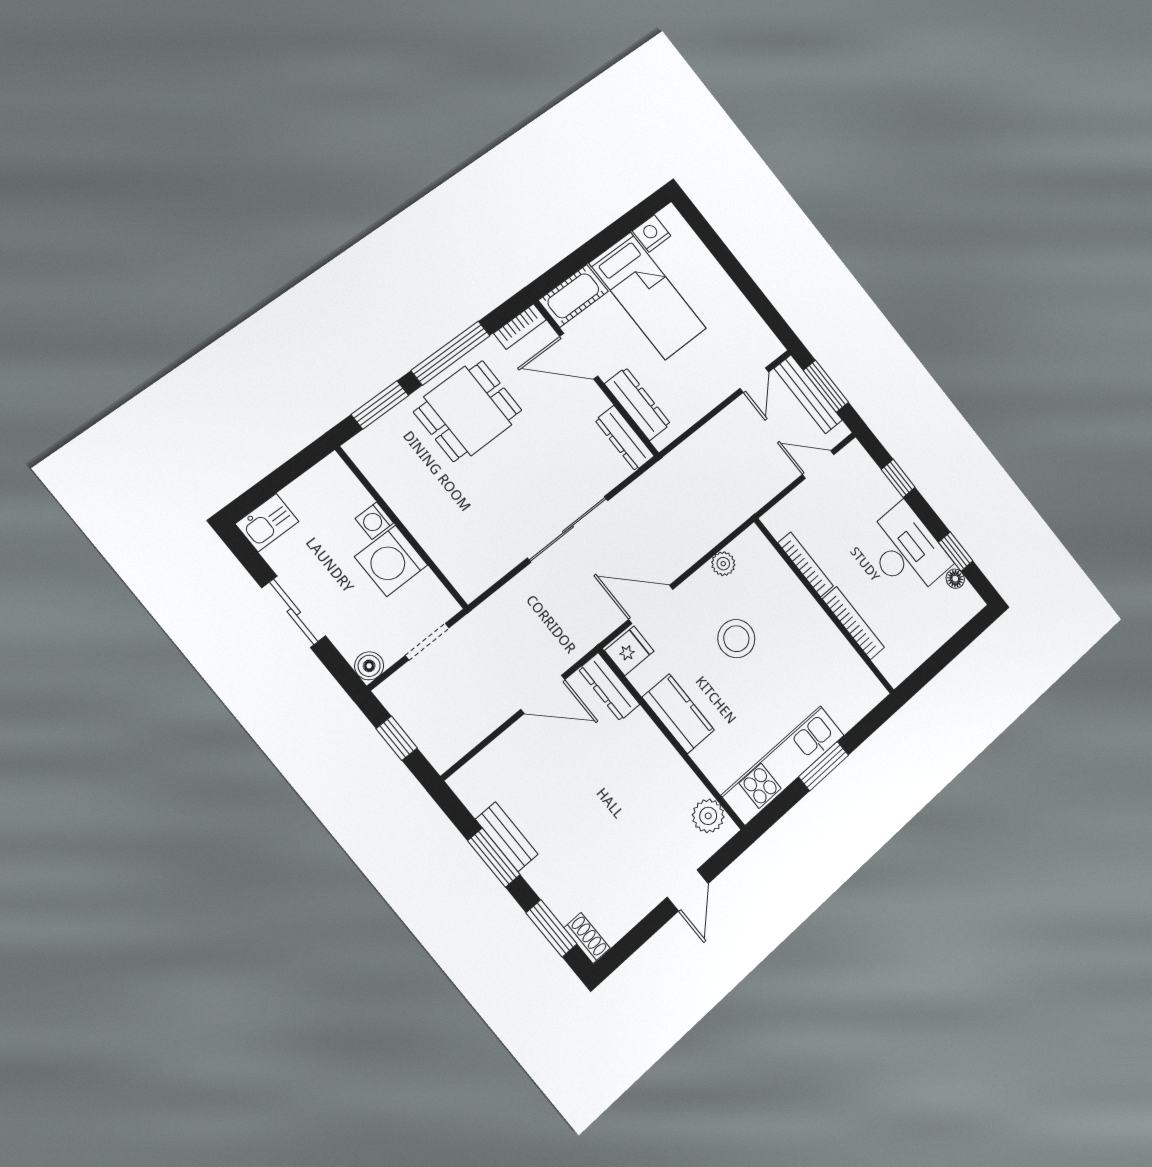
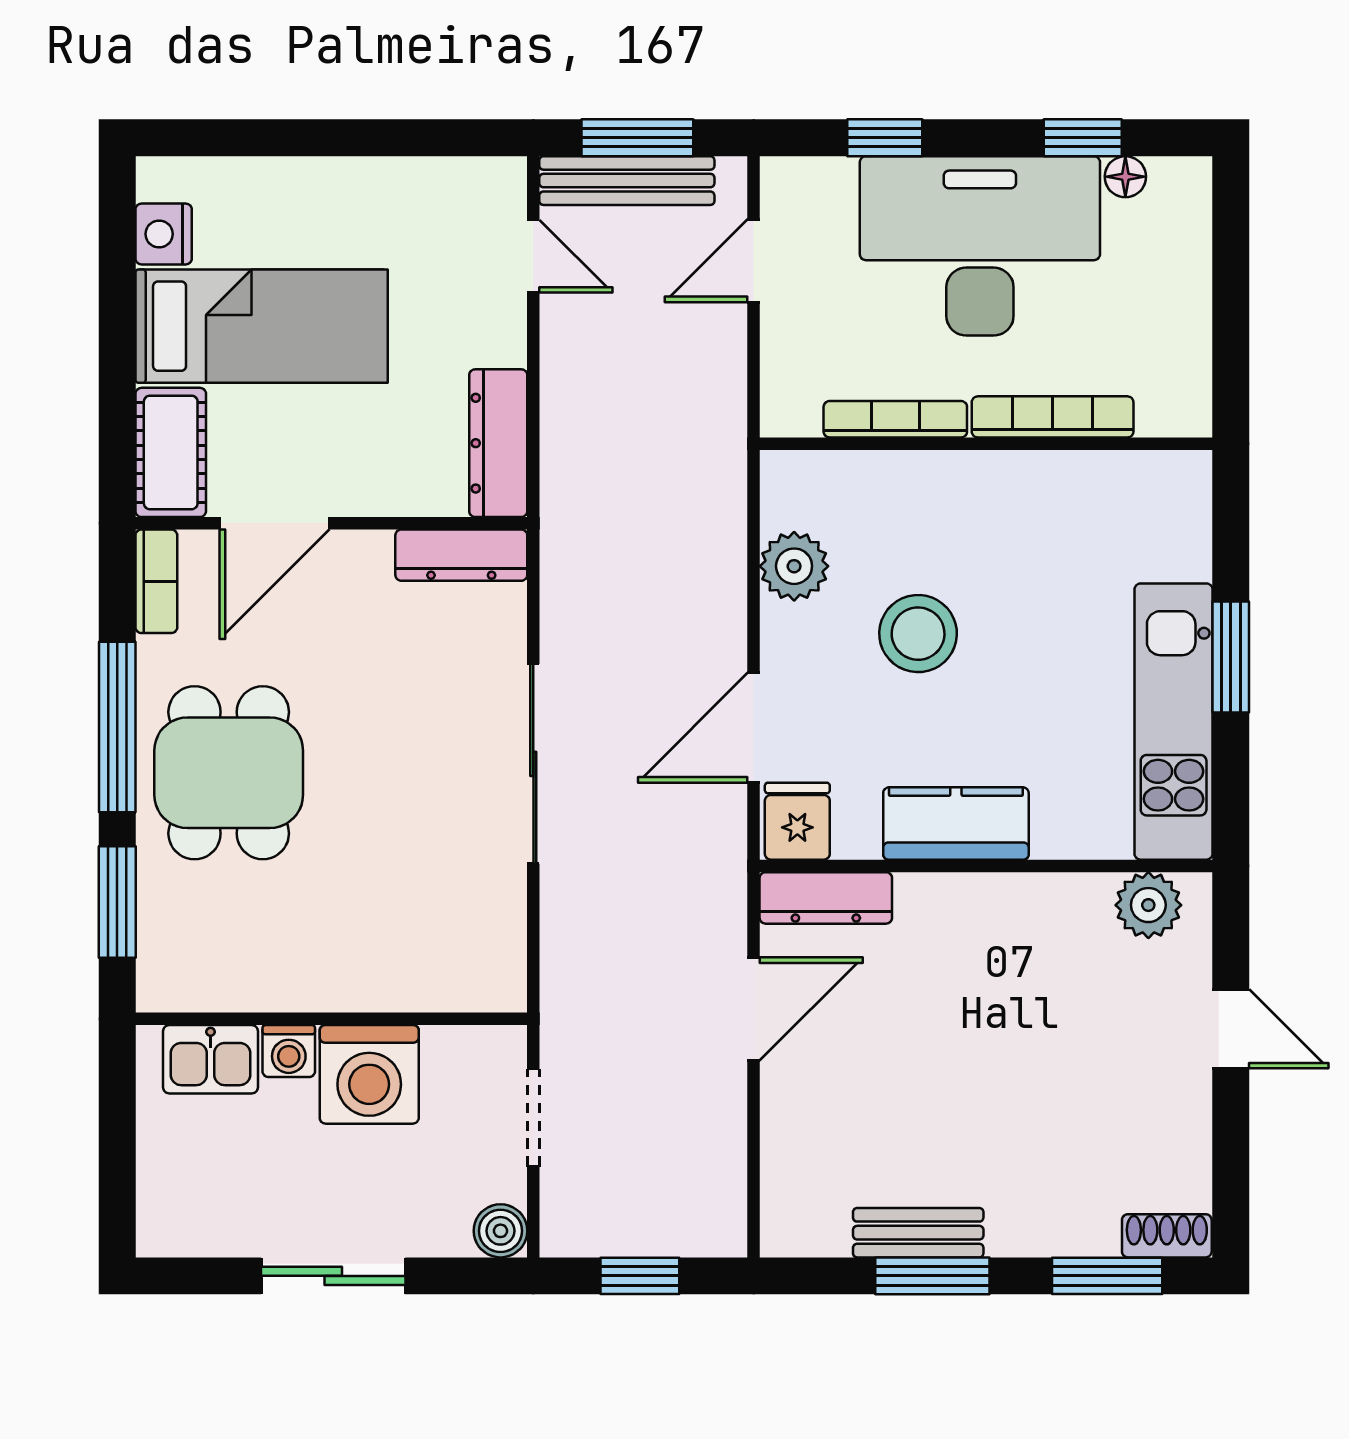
dresser: (638, 404) -> (498, 443), moved, turned -90
kitchen sink: (267, 523) -> (210, 1059), moved, turned 90
desk: (906, 551) -> (980, 246), width x1.36, depth x1.30
plant: (723, 564) -> (794, 566), width x1.38, depth x1.38

